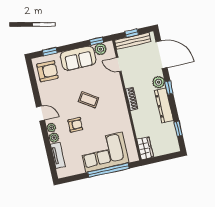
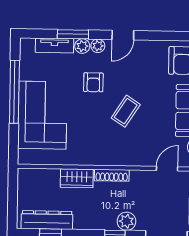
dresser: (164, 105) -> (47, 220), moved
window: (48, 145) -> (73, 34), added
wardrobe: (145, 148) -> (77, 178), moved
window: (108, 170) -> (14, 92), moved

